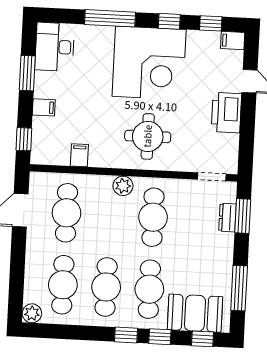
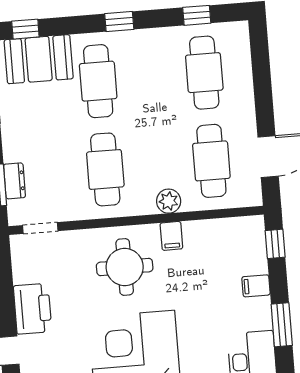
filing cabinet: (79, 155) -> (171, 236), moved
plant: (123, 186) -> (169, 201), moved
cafe table: (106, 287) -> (151, 77), removed
plant: (32, 313) -> (237, 33), removed
window: (160, 337) -> (197, 15), moved

